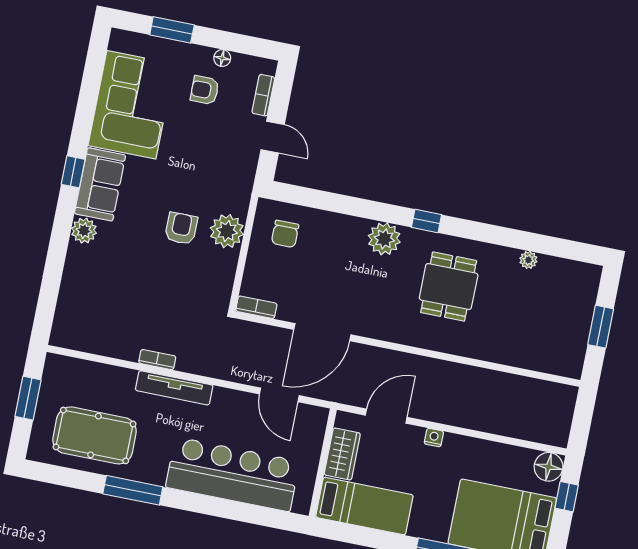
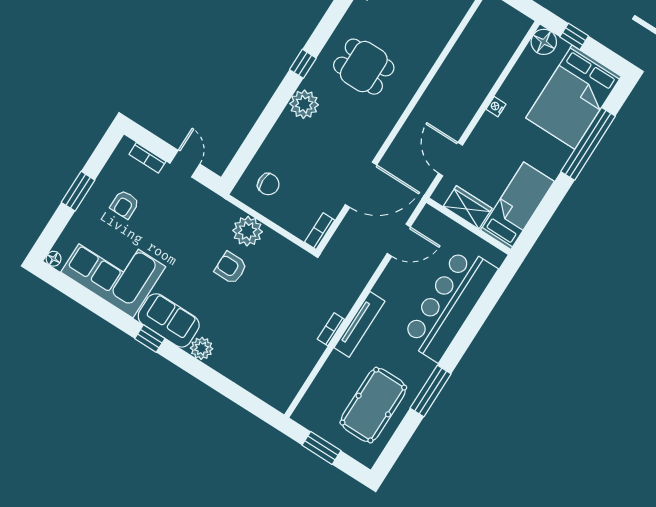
window: (172, 30) -> (78, 191), moved
floor lamp: (222, 58) -> (54, 259), moved
door: (273, 137) -> (185, 164), hinge flipped
door: (322, 332) -> (361, 185), hinge flipped
nightstand: (434, 438) -> (496, 107), moved

